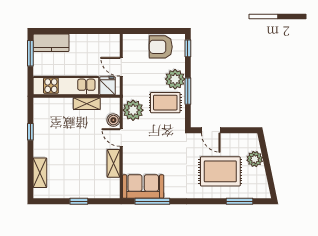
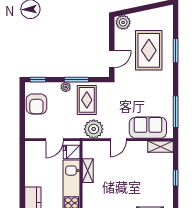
plant: (175, 79) -> (66, 87), width x0.53, depth x0.53
boiler: (113, 120) -> (103, 147), removed
plant: (255, 159) -> (123, 22), moved
shelving: (113, 163) -> (161, 147), moved
sofa: (143, 187) -> (148, 128), moved, turned 90
window: (239, 201) -> (176, 51), moved

